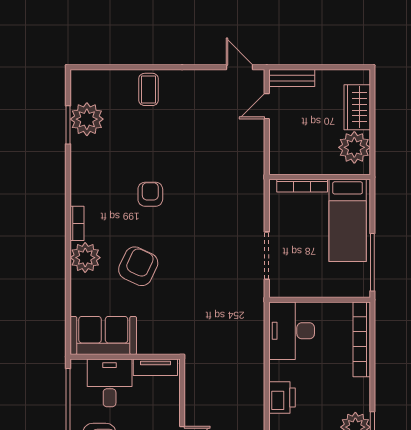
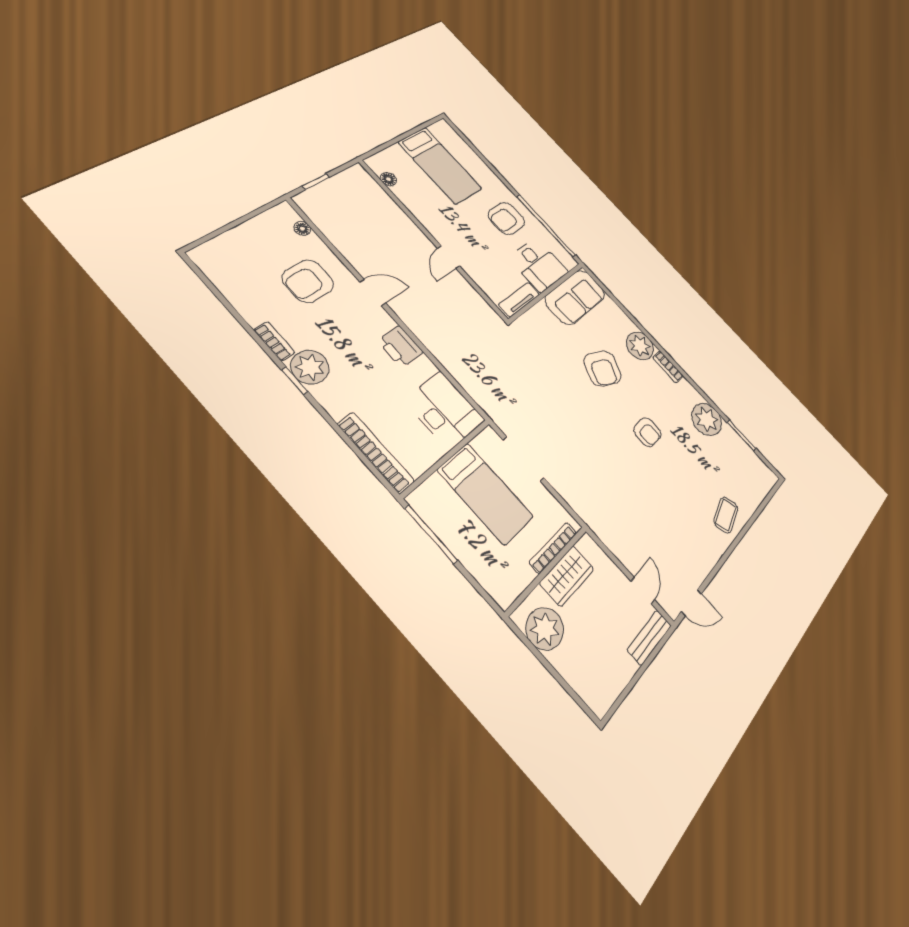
coffee table: (149, 89) -> (726, 515), turned 73
wardrobe: (357, 107) -> (567, 576), moved, turned 90
plant: (87, 119) -> (707, 419), moved
bed: (348, 220) -> (485, 493), moved, turned 180

